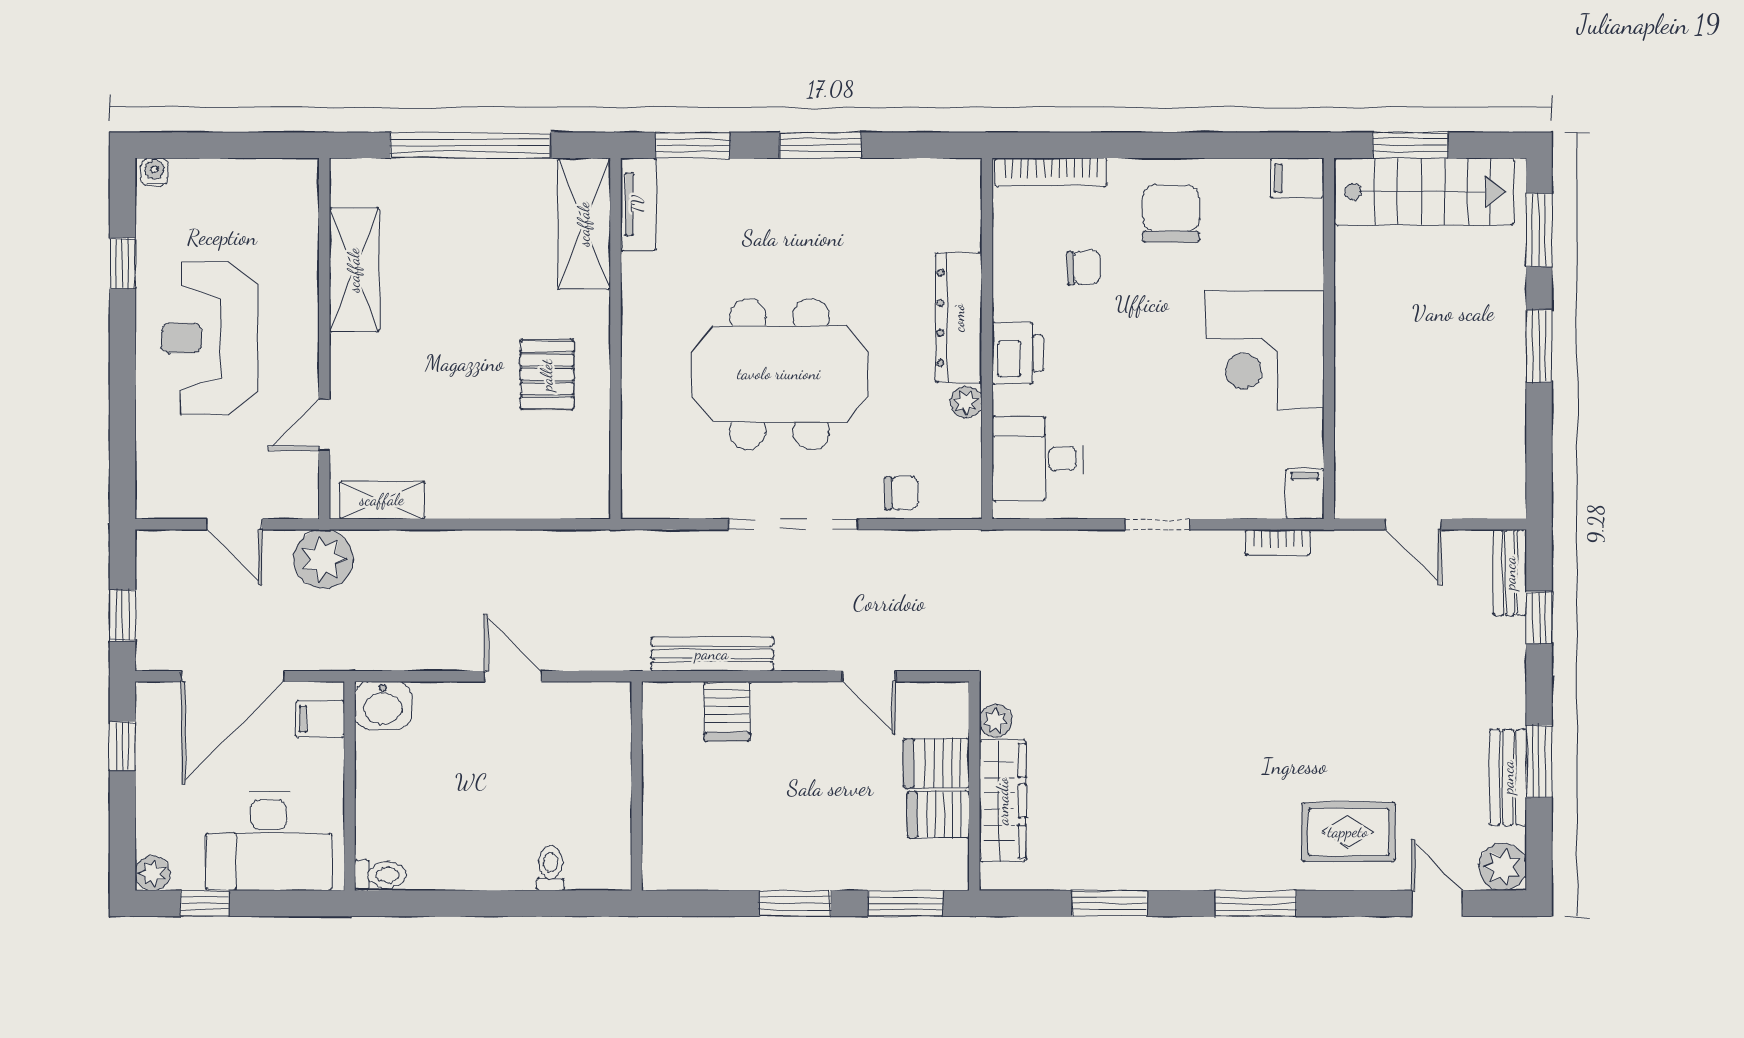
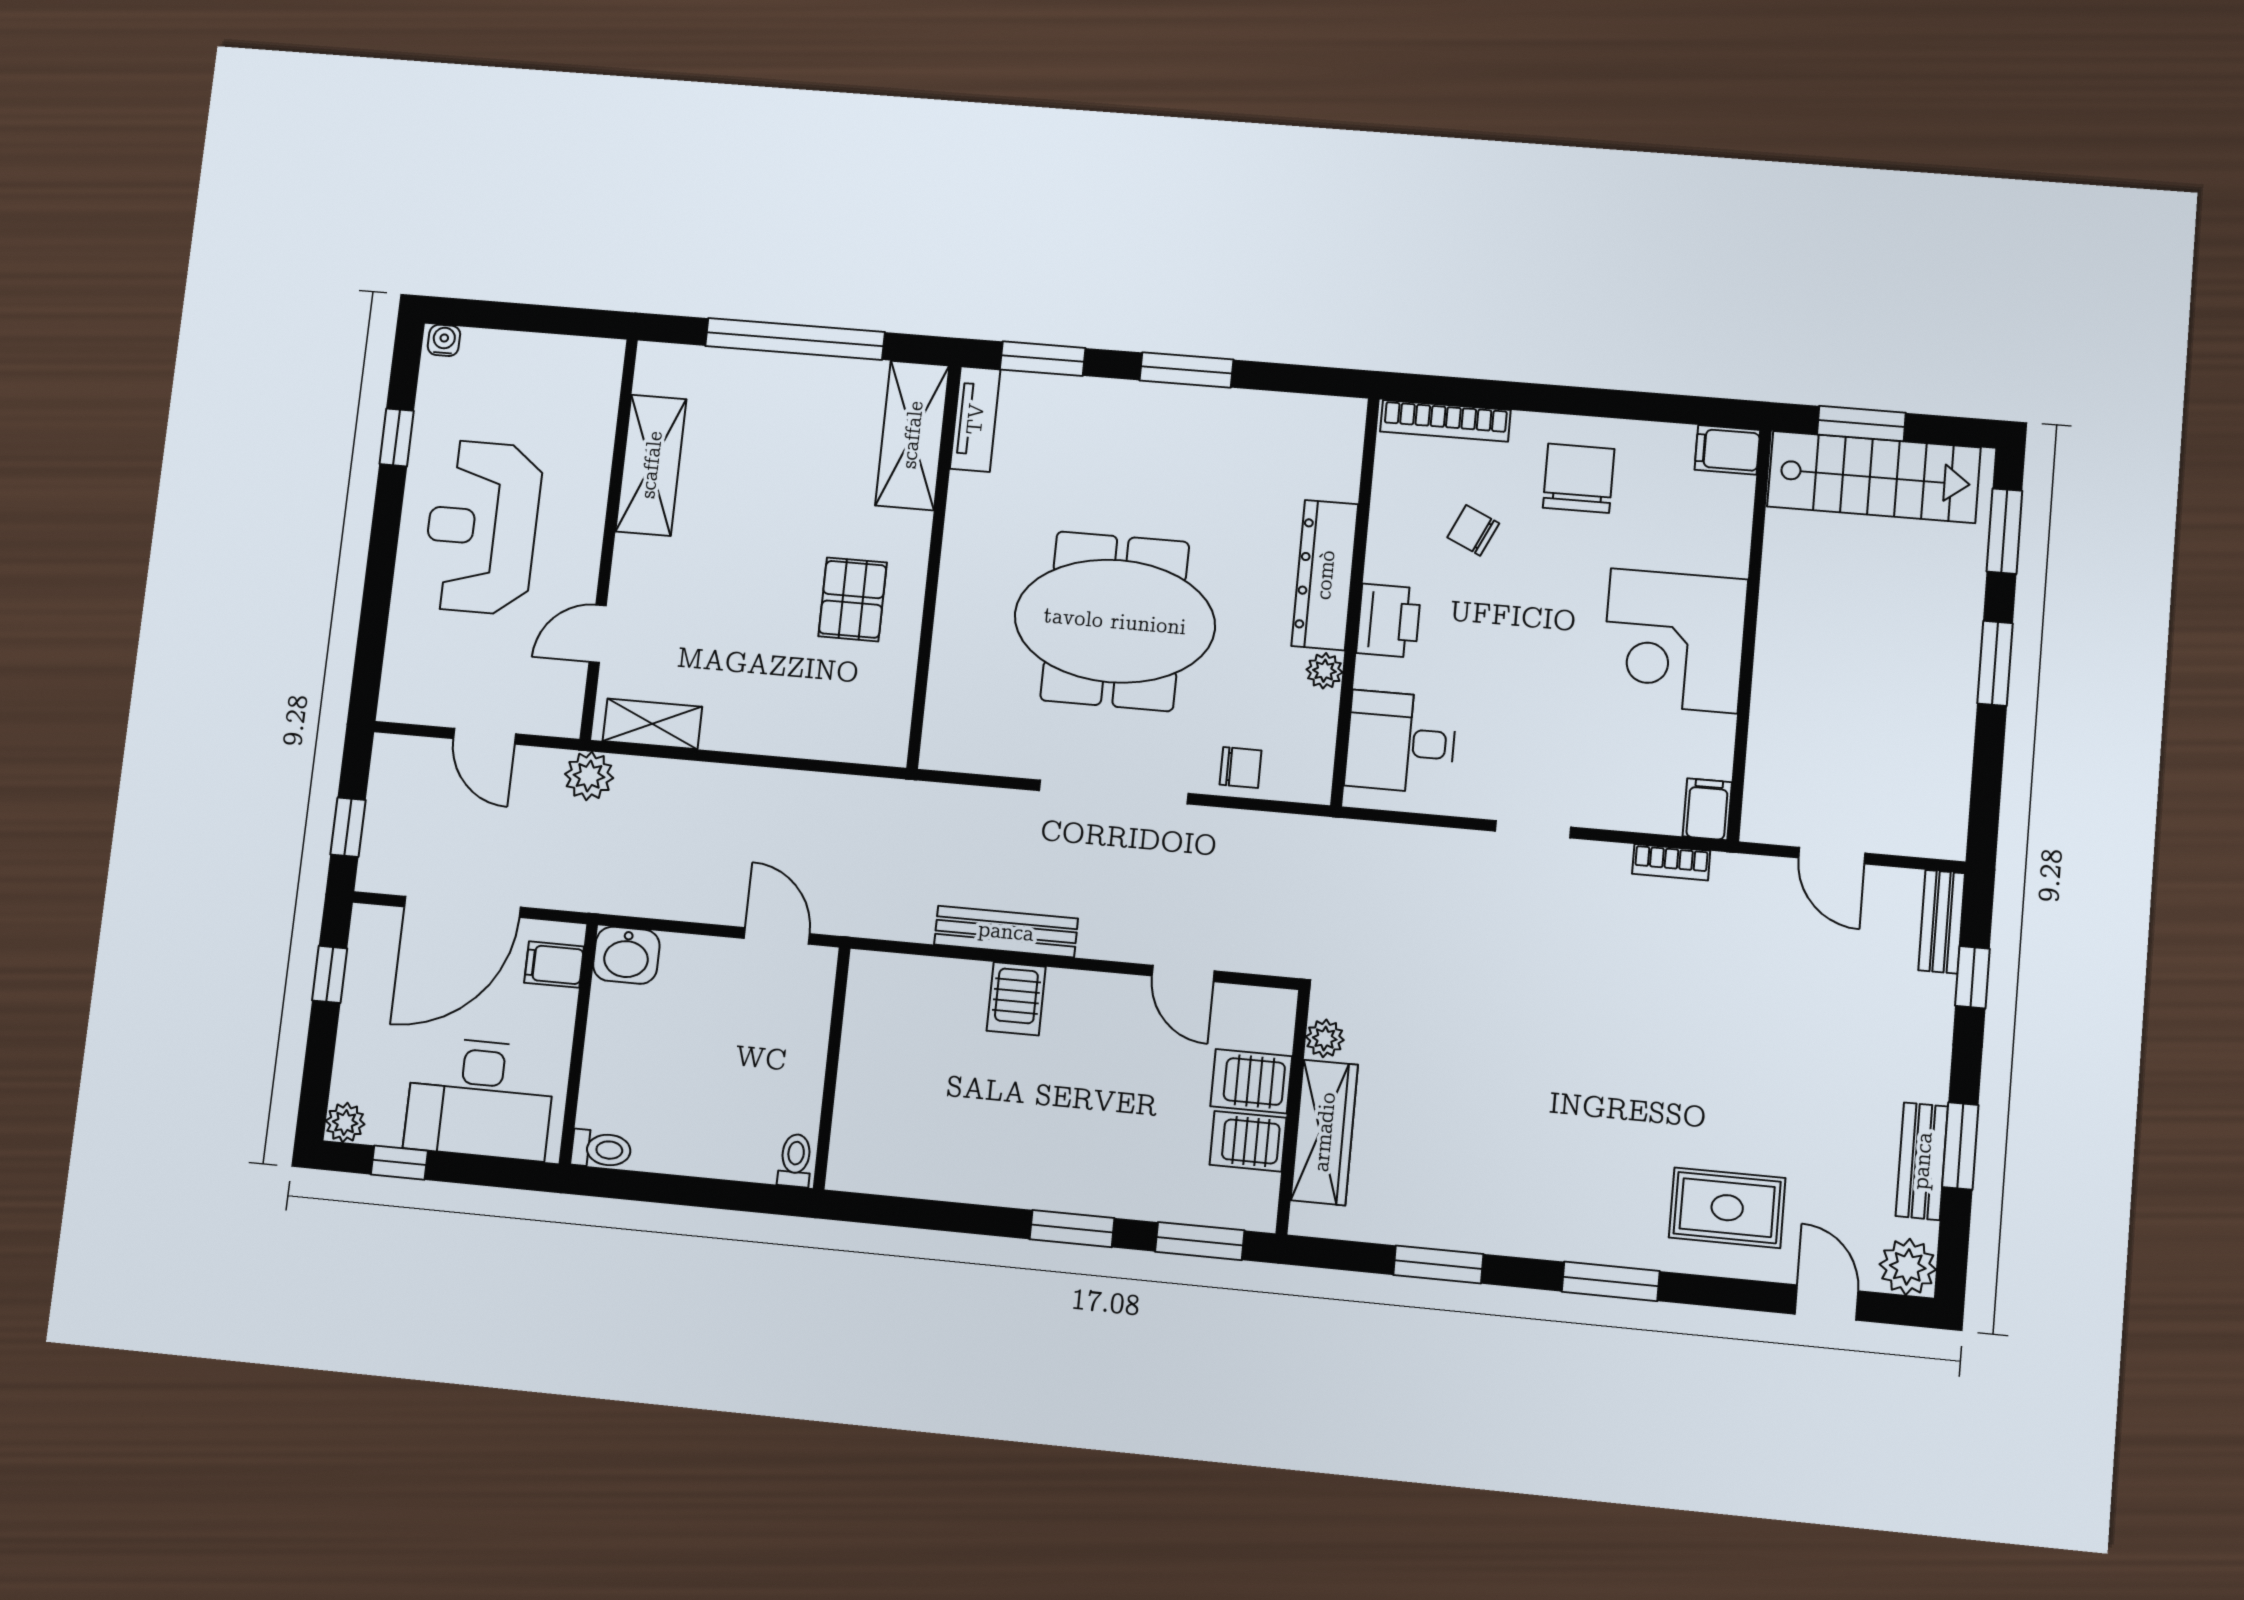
chair: (1084, 267) -> (1473, 530), turned -152
plant: (323, 559) -> (589, 776), width x0.73, depth x0.73
wall: (637, 786) -> (832, 1068), moved

